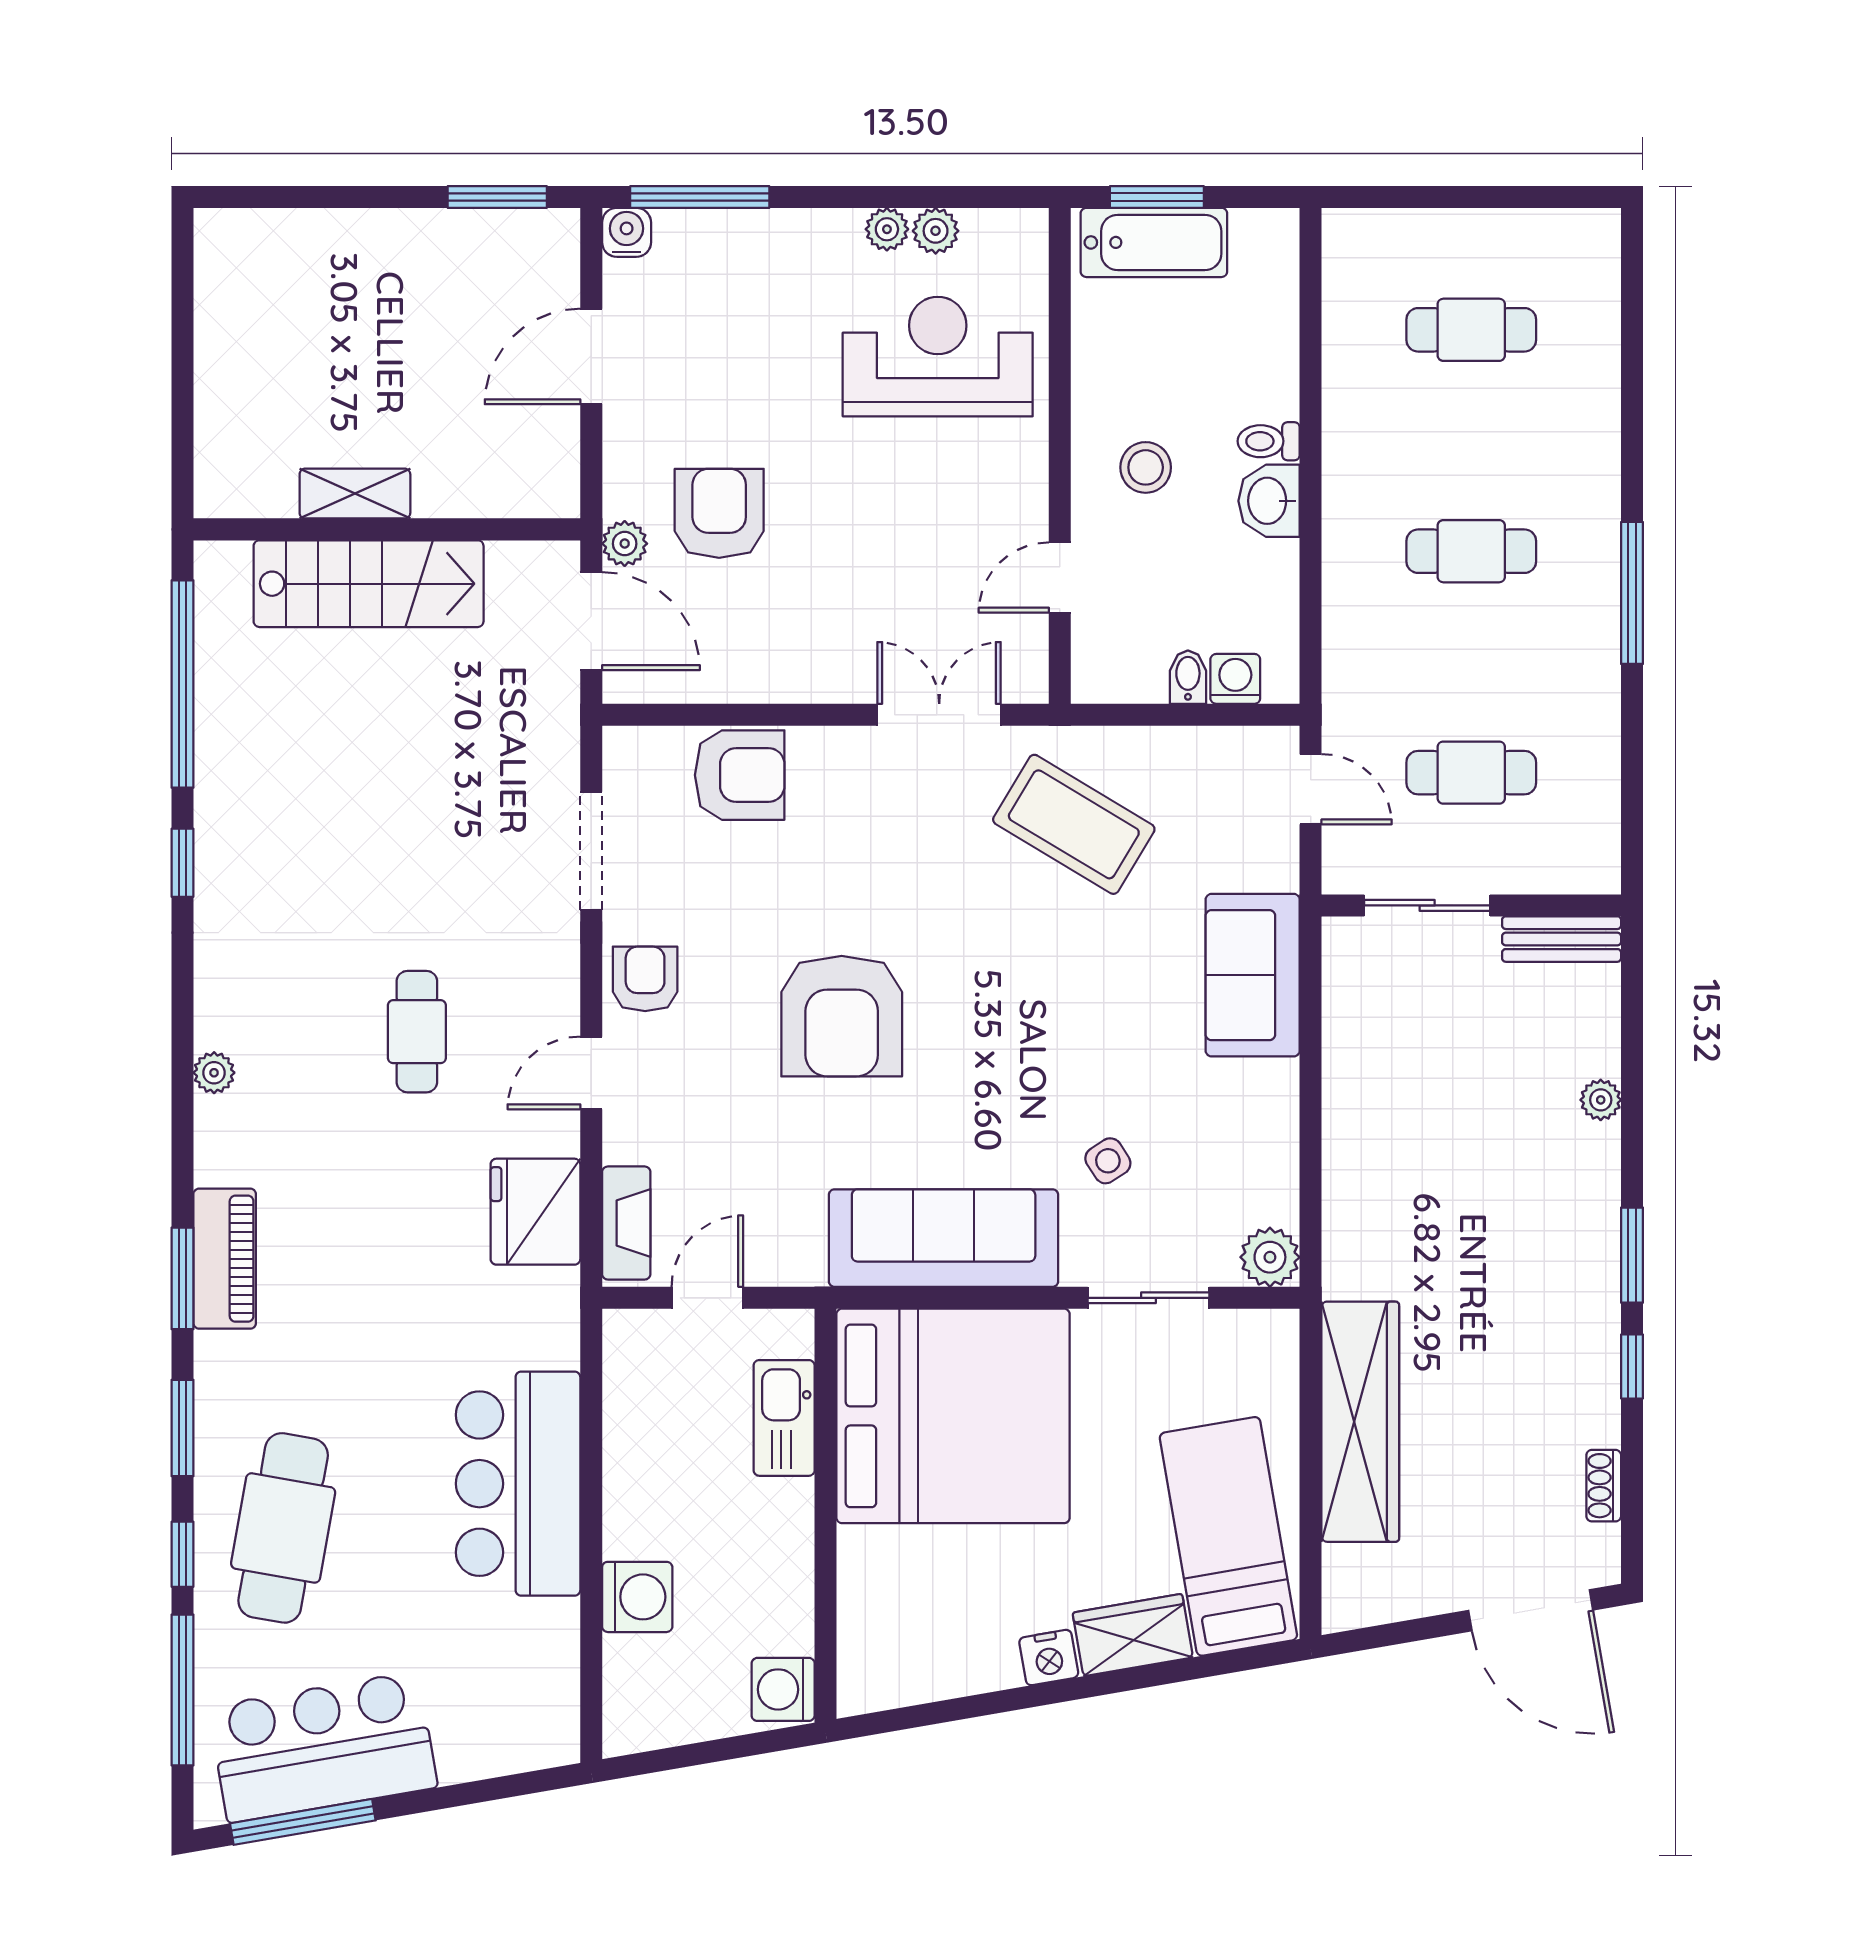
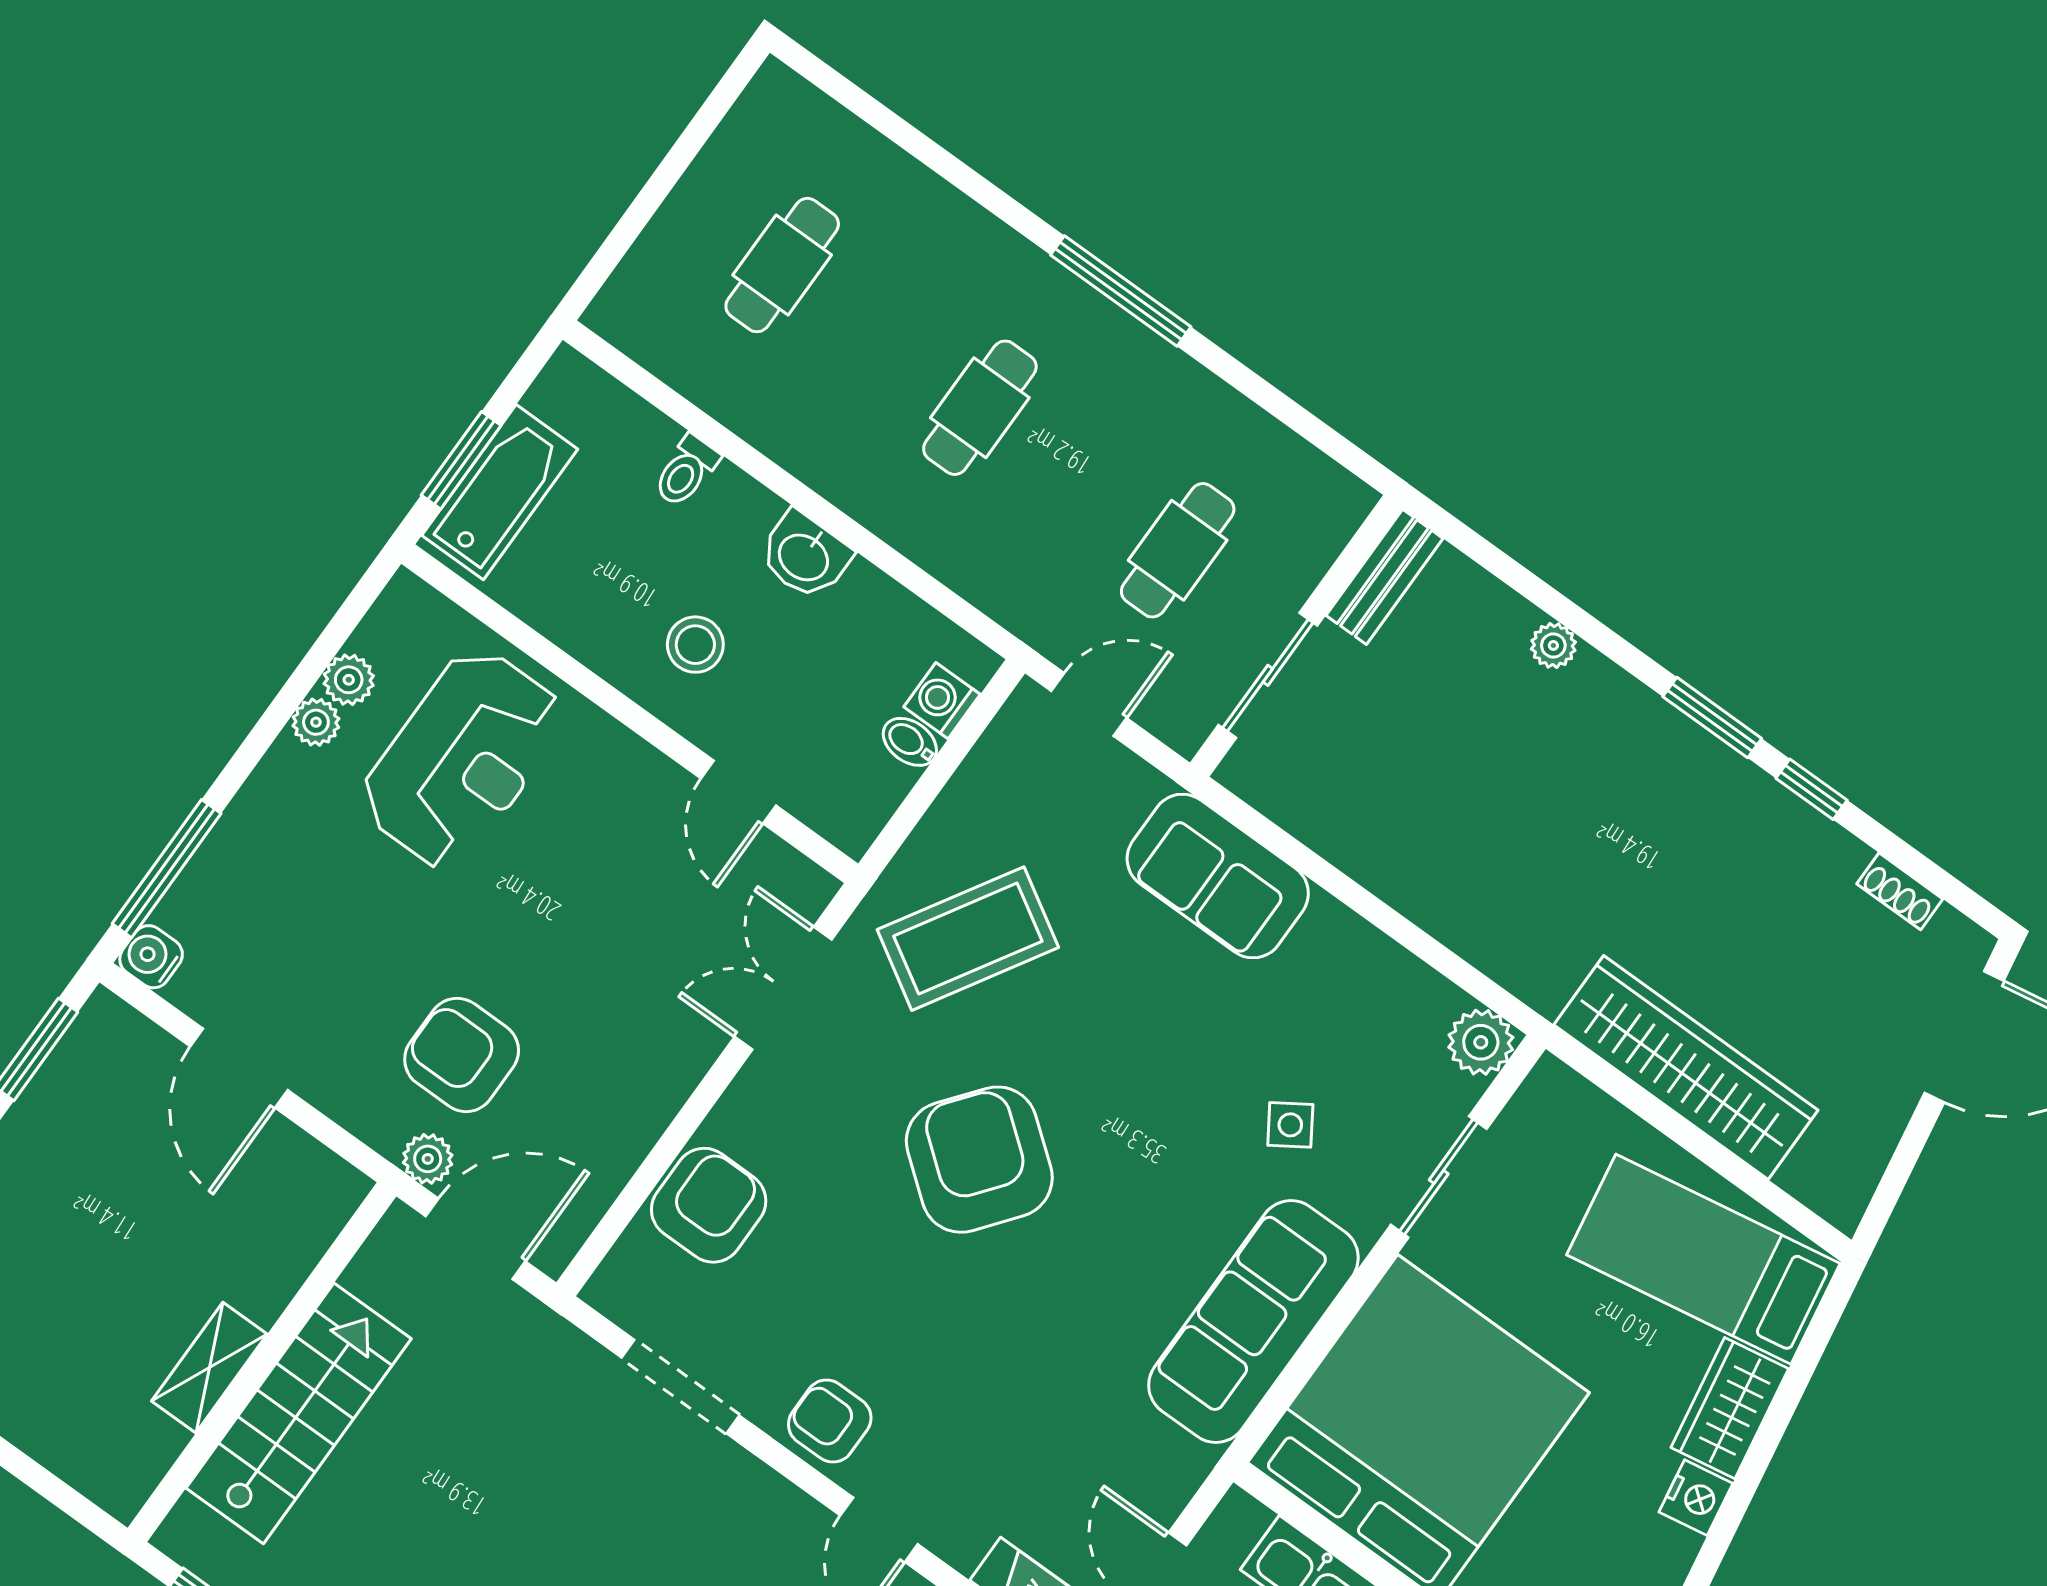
reception desk: (938, 357) -> (462, 759), turned 180
toilet: (1269, 441) -> (686, 471), moved
armchair: (842, 1016) -> (979, 1160), moved, turned -142

